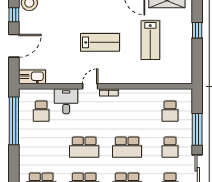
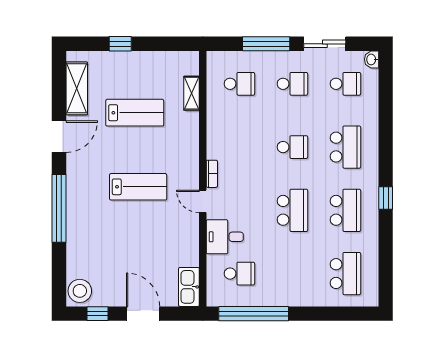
lab bench: (100, 42) -> (138, 187), turned 90
shelving: (164, 79) -> (192, 93), added
school desk: (127, 147) -> (292, 147), width x0.54

